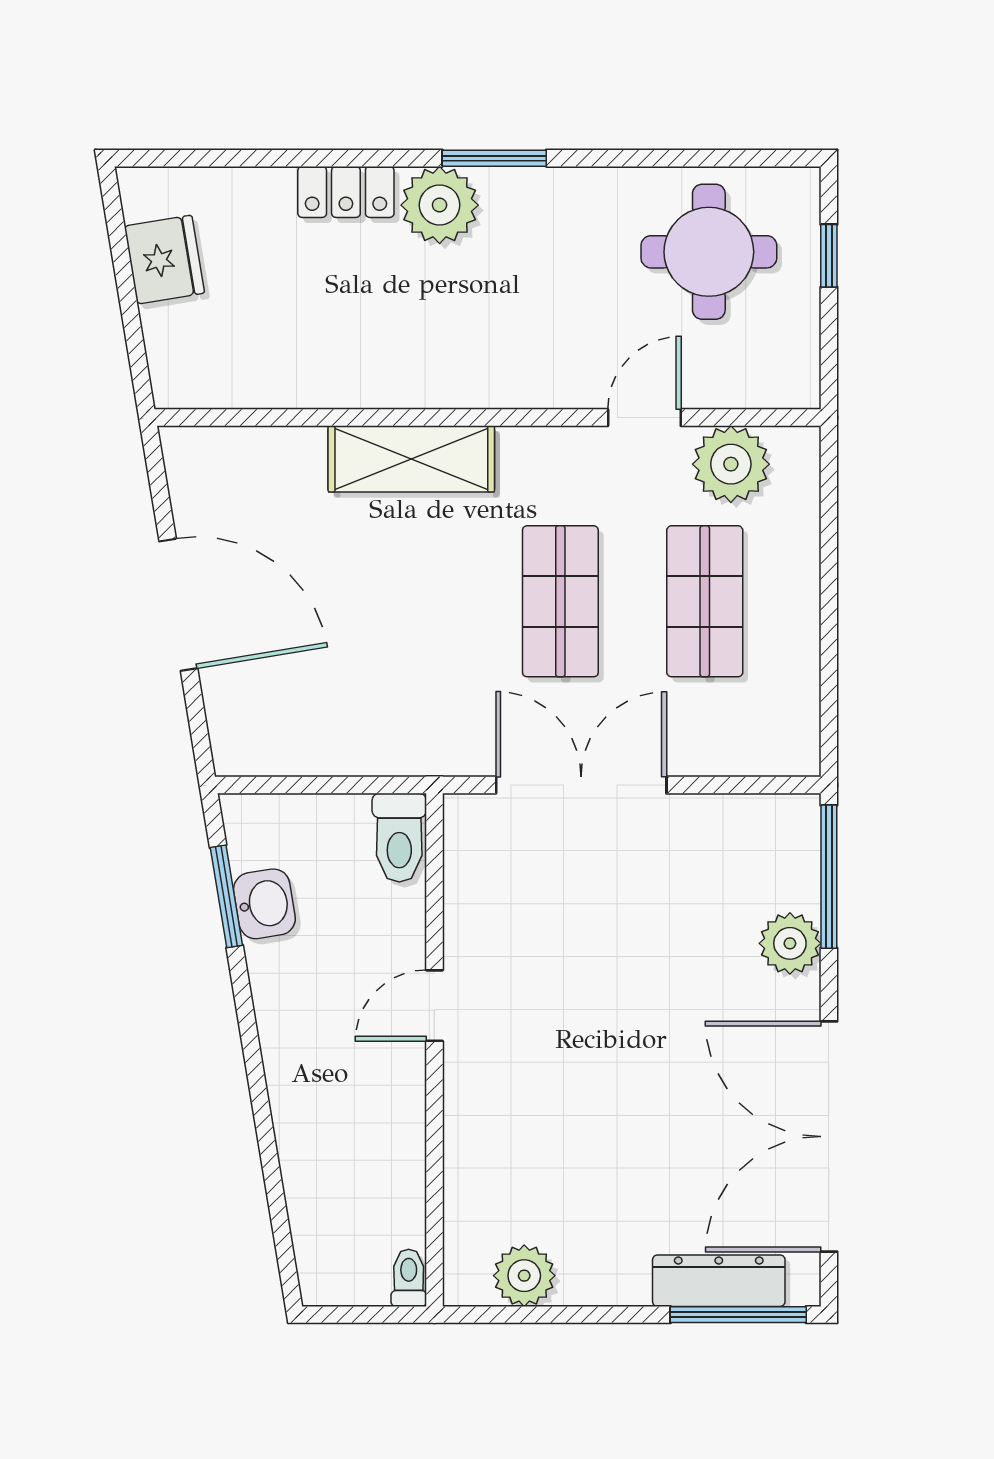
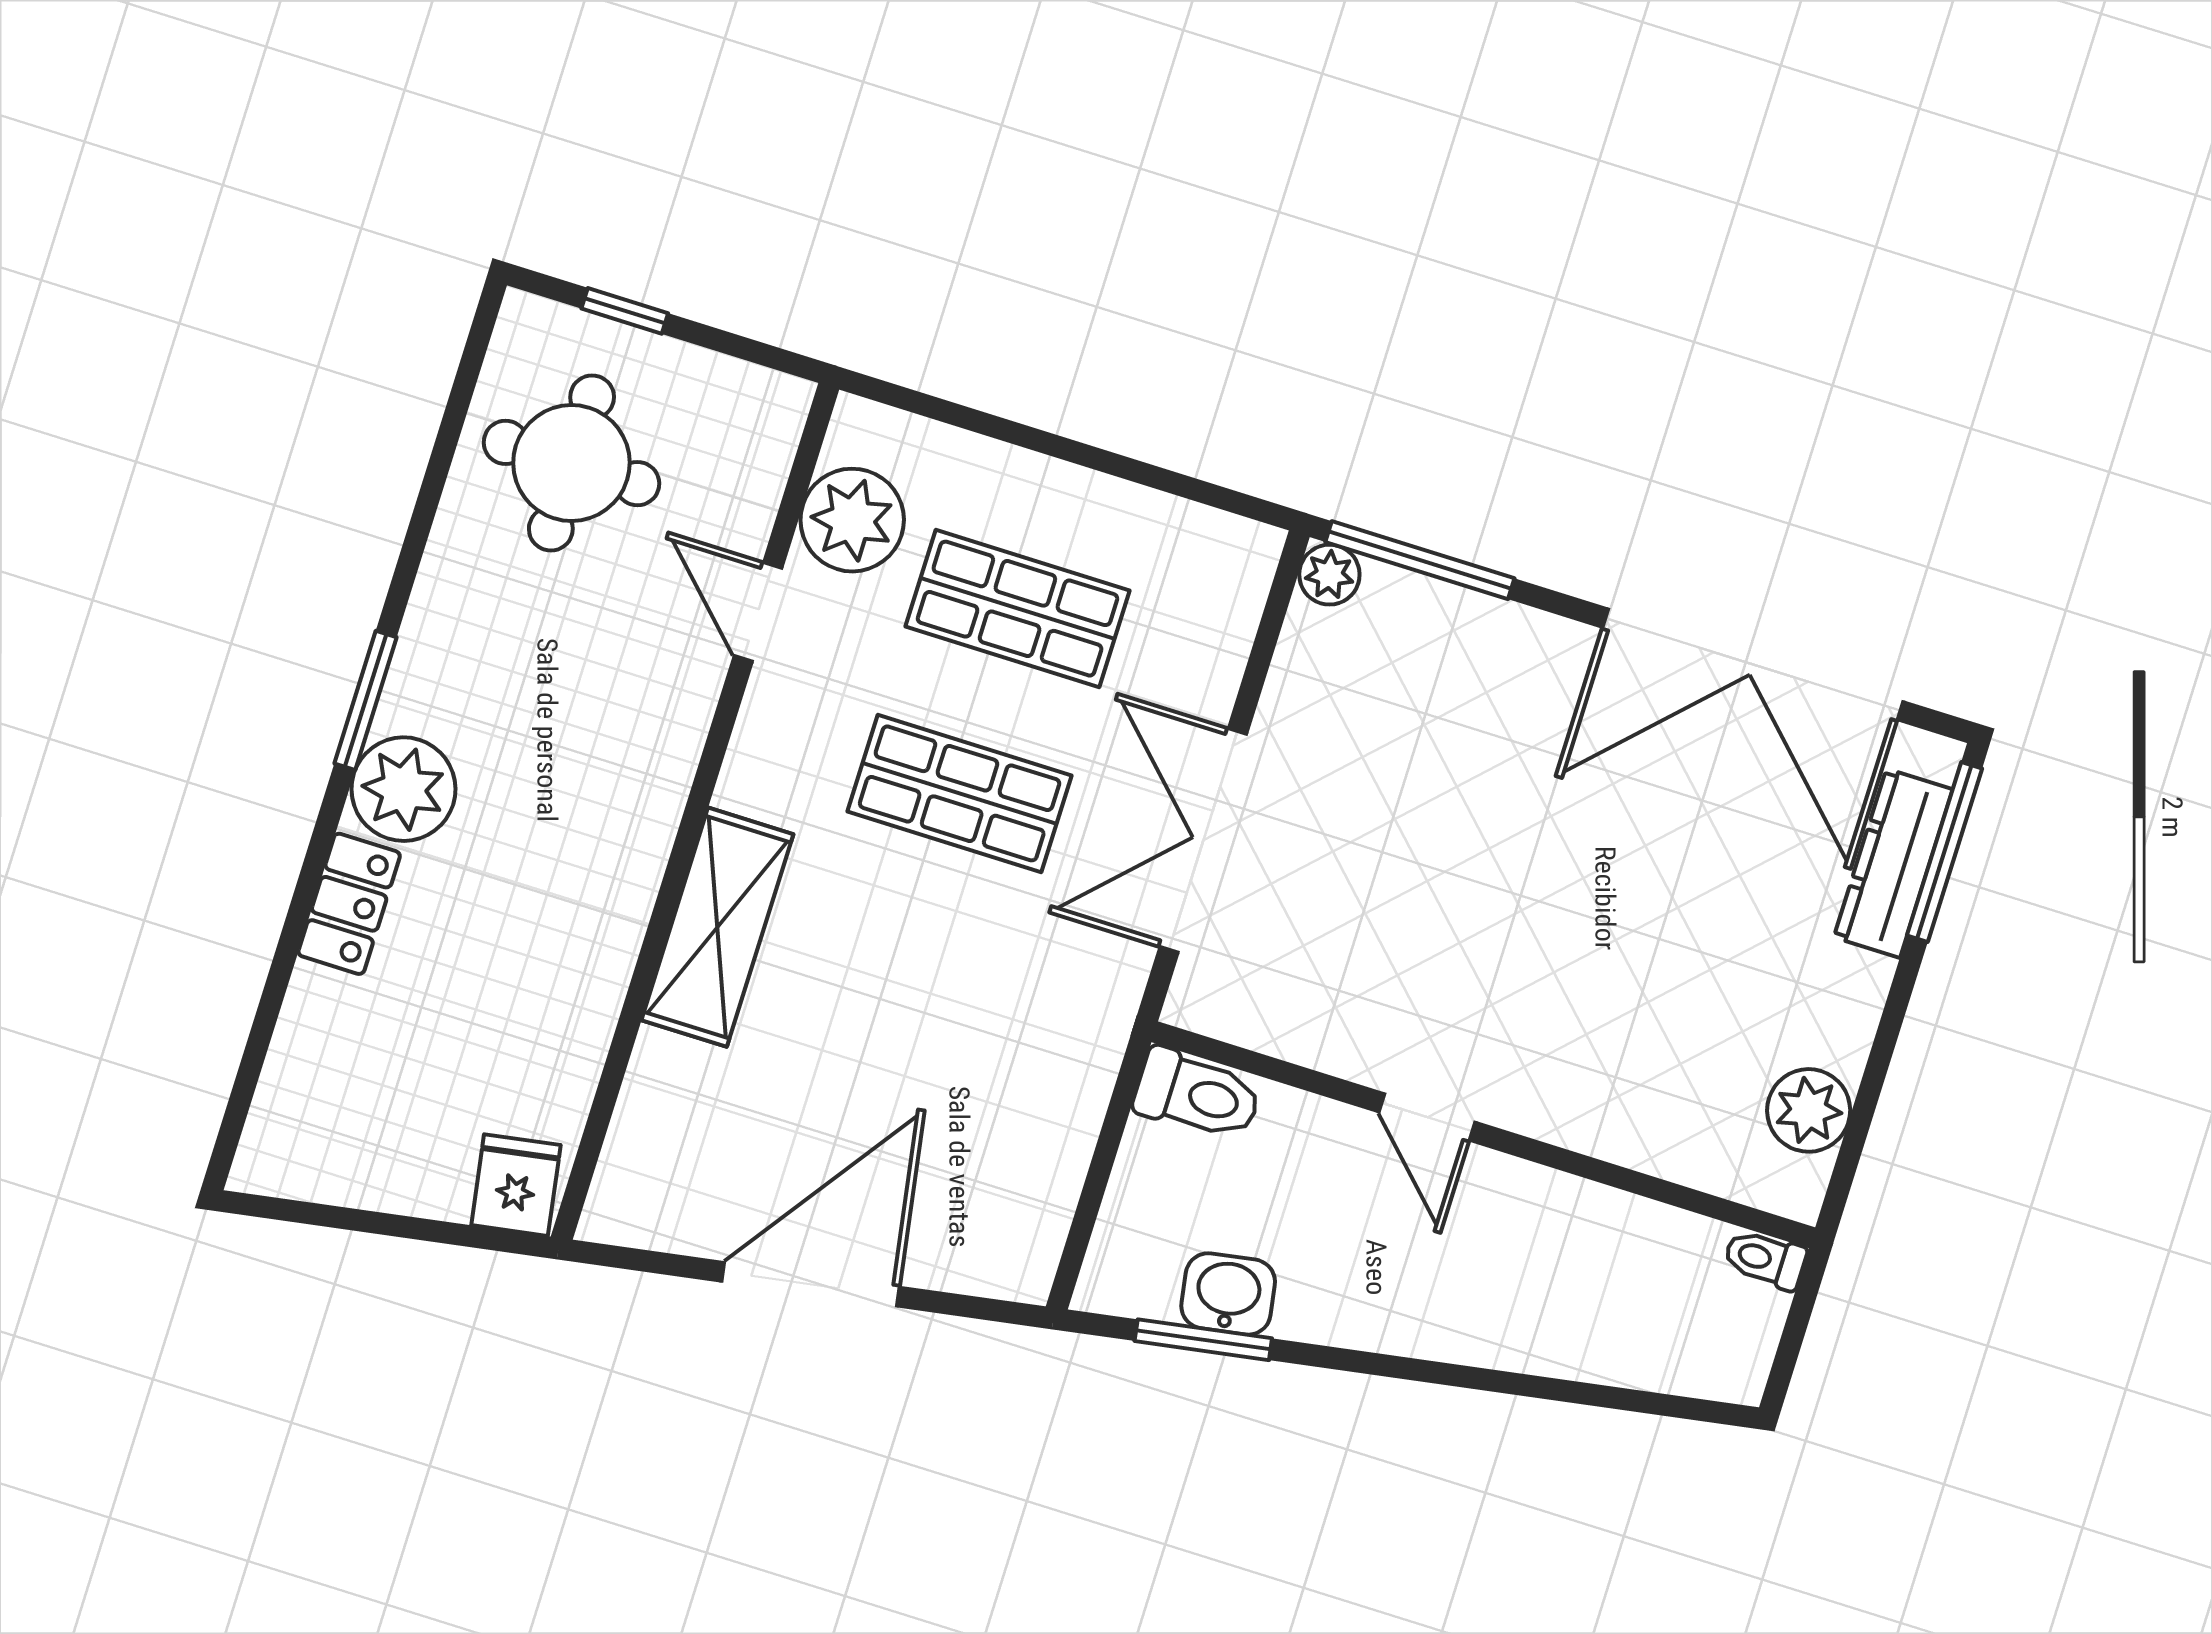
fridge: (164, 260) -> (516, 1185), moved, width x0.72
plant: (790, 943) -> (1329, 575), moved, width x0.73, depth x0.73

